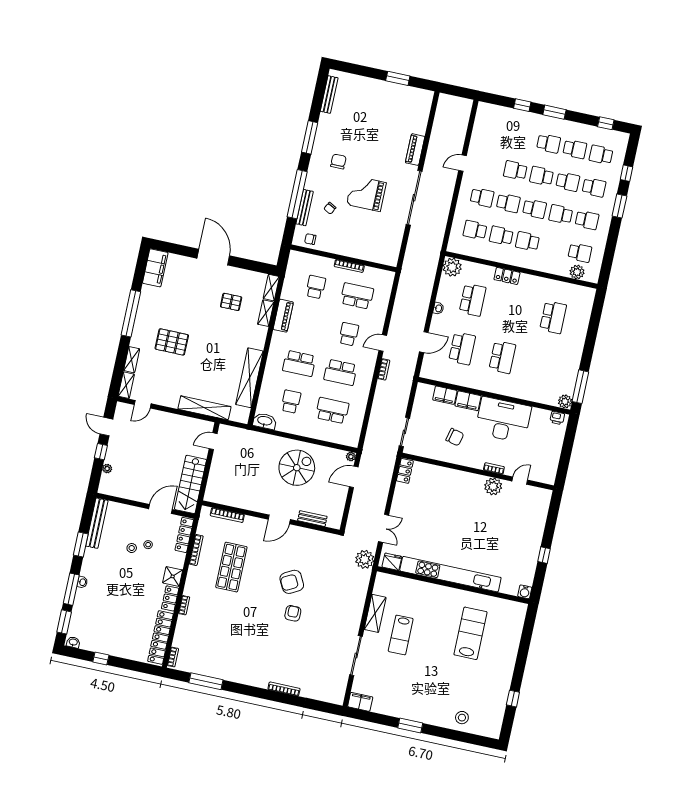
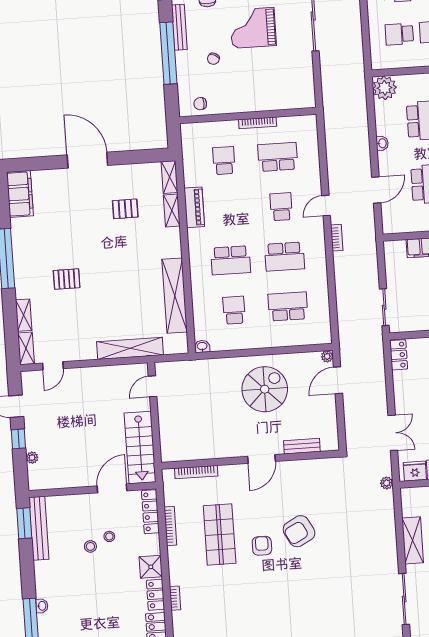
bench: (305, 208) -> (179, 27), moved
pallet: (172, 342) -> (67, 279), width x0.67, depth x0.71
washbasin: (265, 421) -> (202, 346), width x0.52, depth x0.69
window: (81, 545) -> (24, 523), moved
plant: (365, 559) -> (387, 483), width x0.53, depth x0.53
armchair: (293, 613) -> (262, 546), moved

